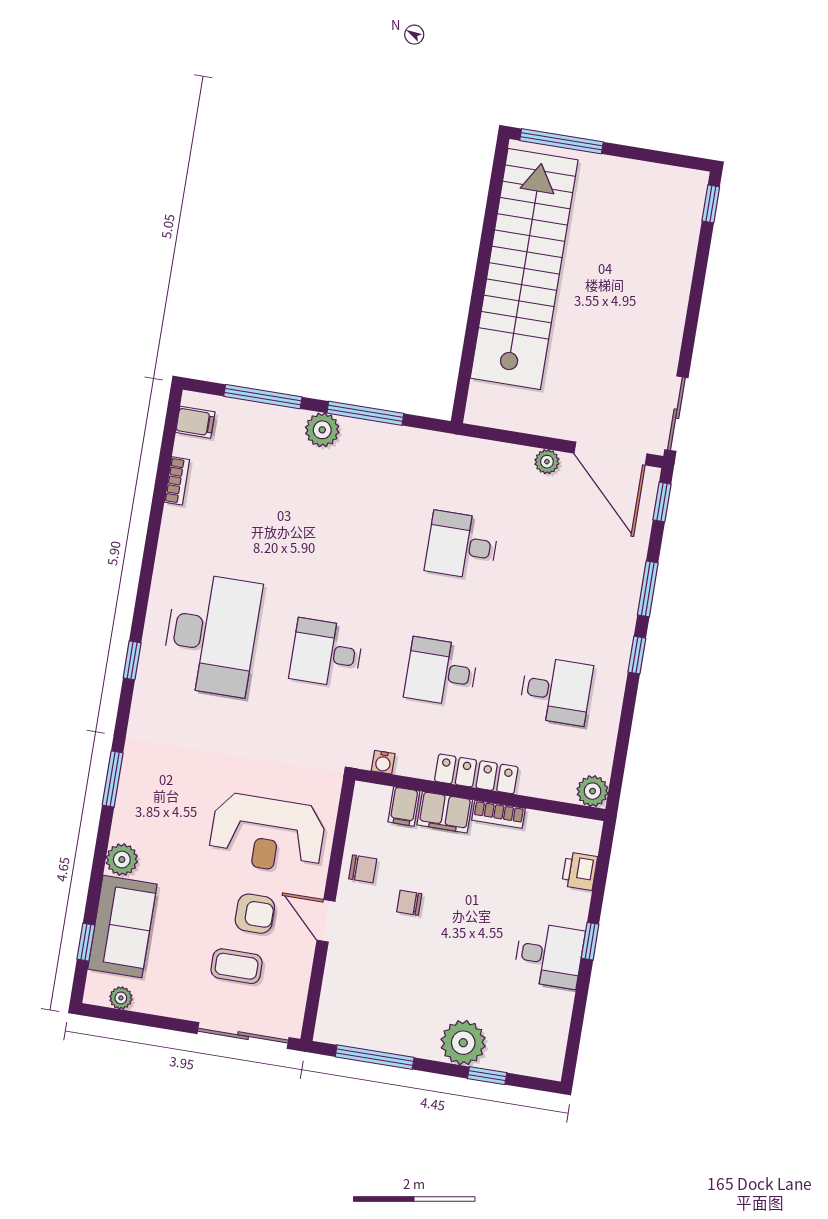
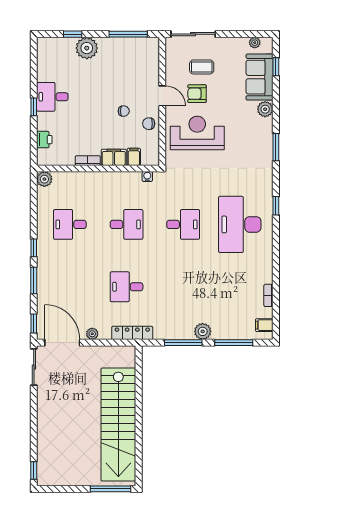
desk: (462, 546) -> (127, 287), turned 180
locker: (476, 774) -> (132, 333), moved, turned 180

